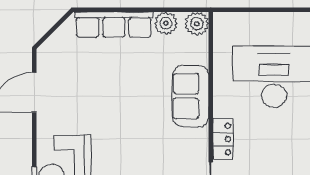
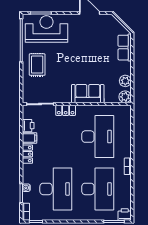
row of seats: (114, 25) -> (125, 48), width x0.68

